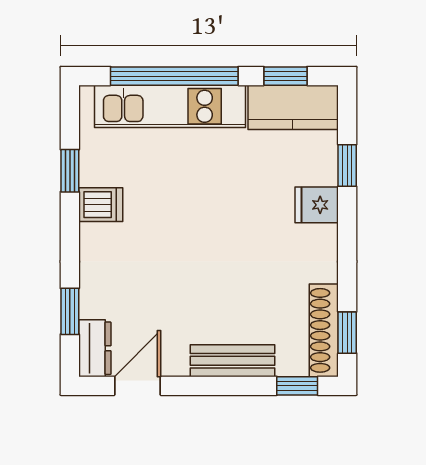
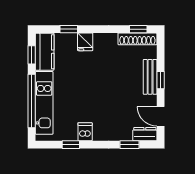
window: (297, 386) -> (161, 80), moved

